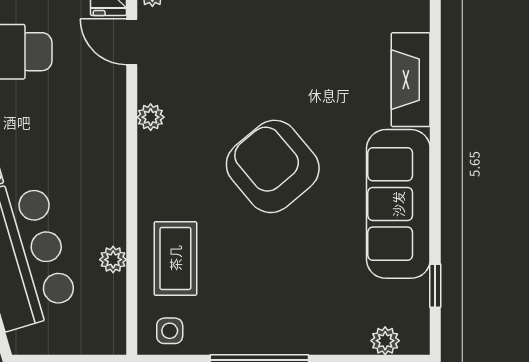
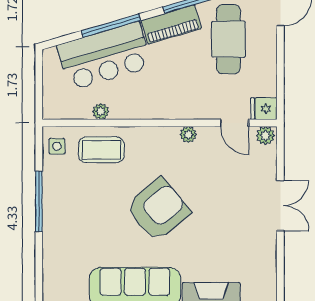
door: (132, 42) -> (235, 123), swing flipped
plant: (385, 341) -> (51, 279), removed

